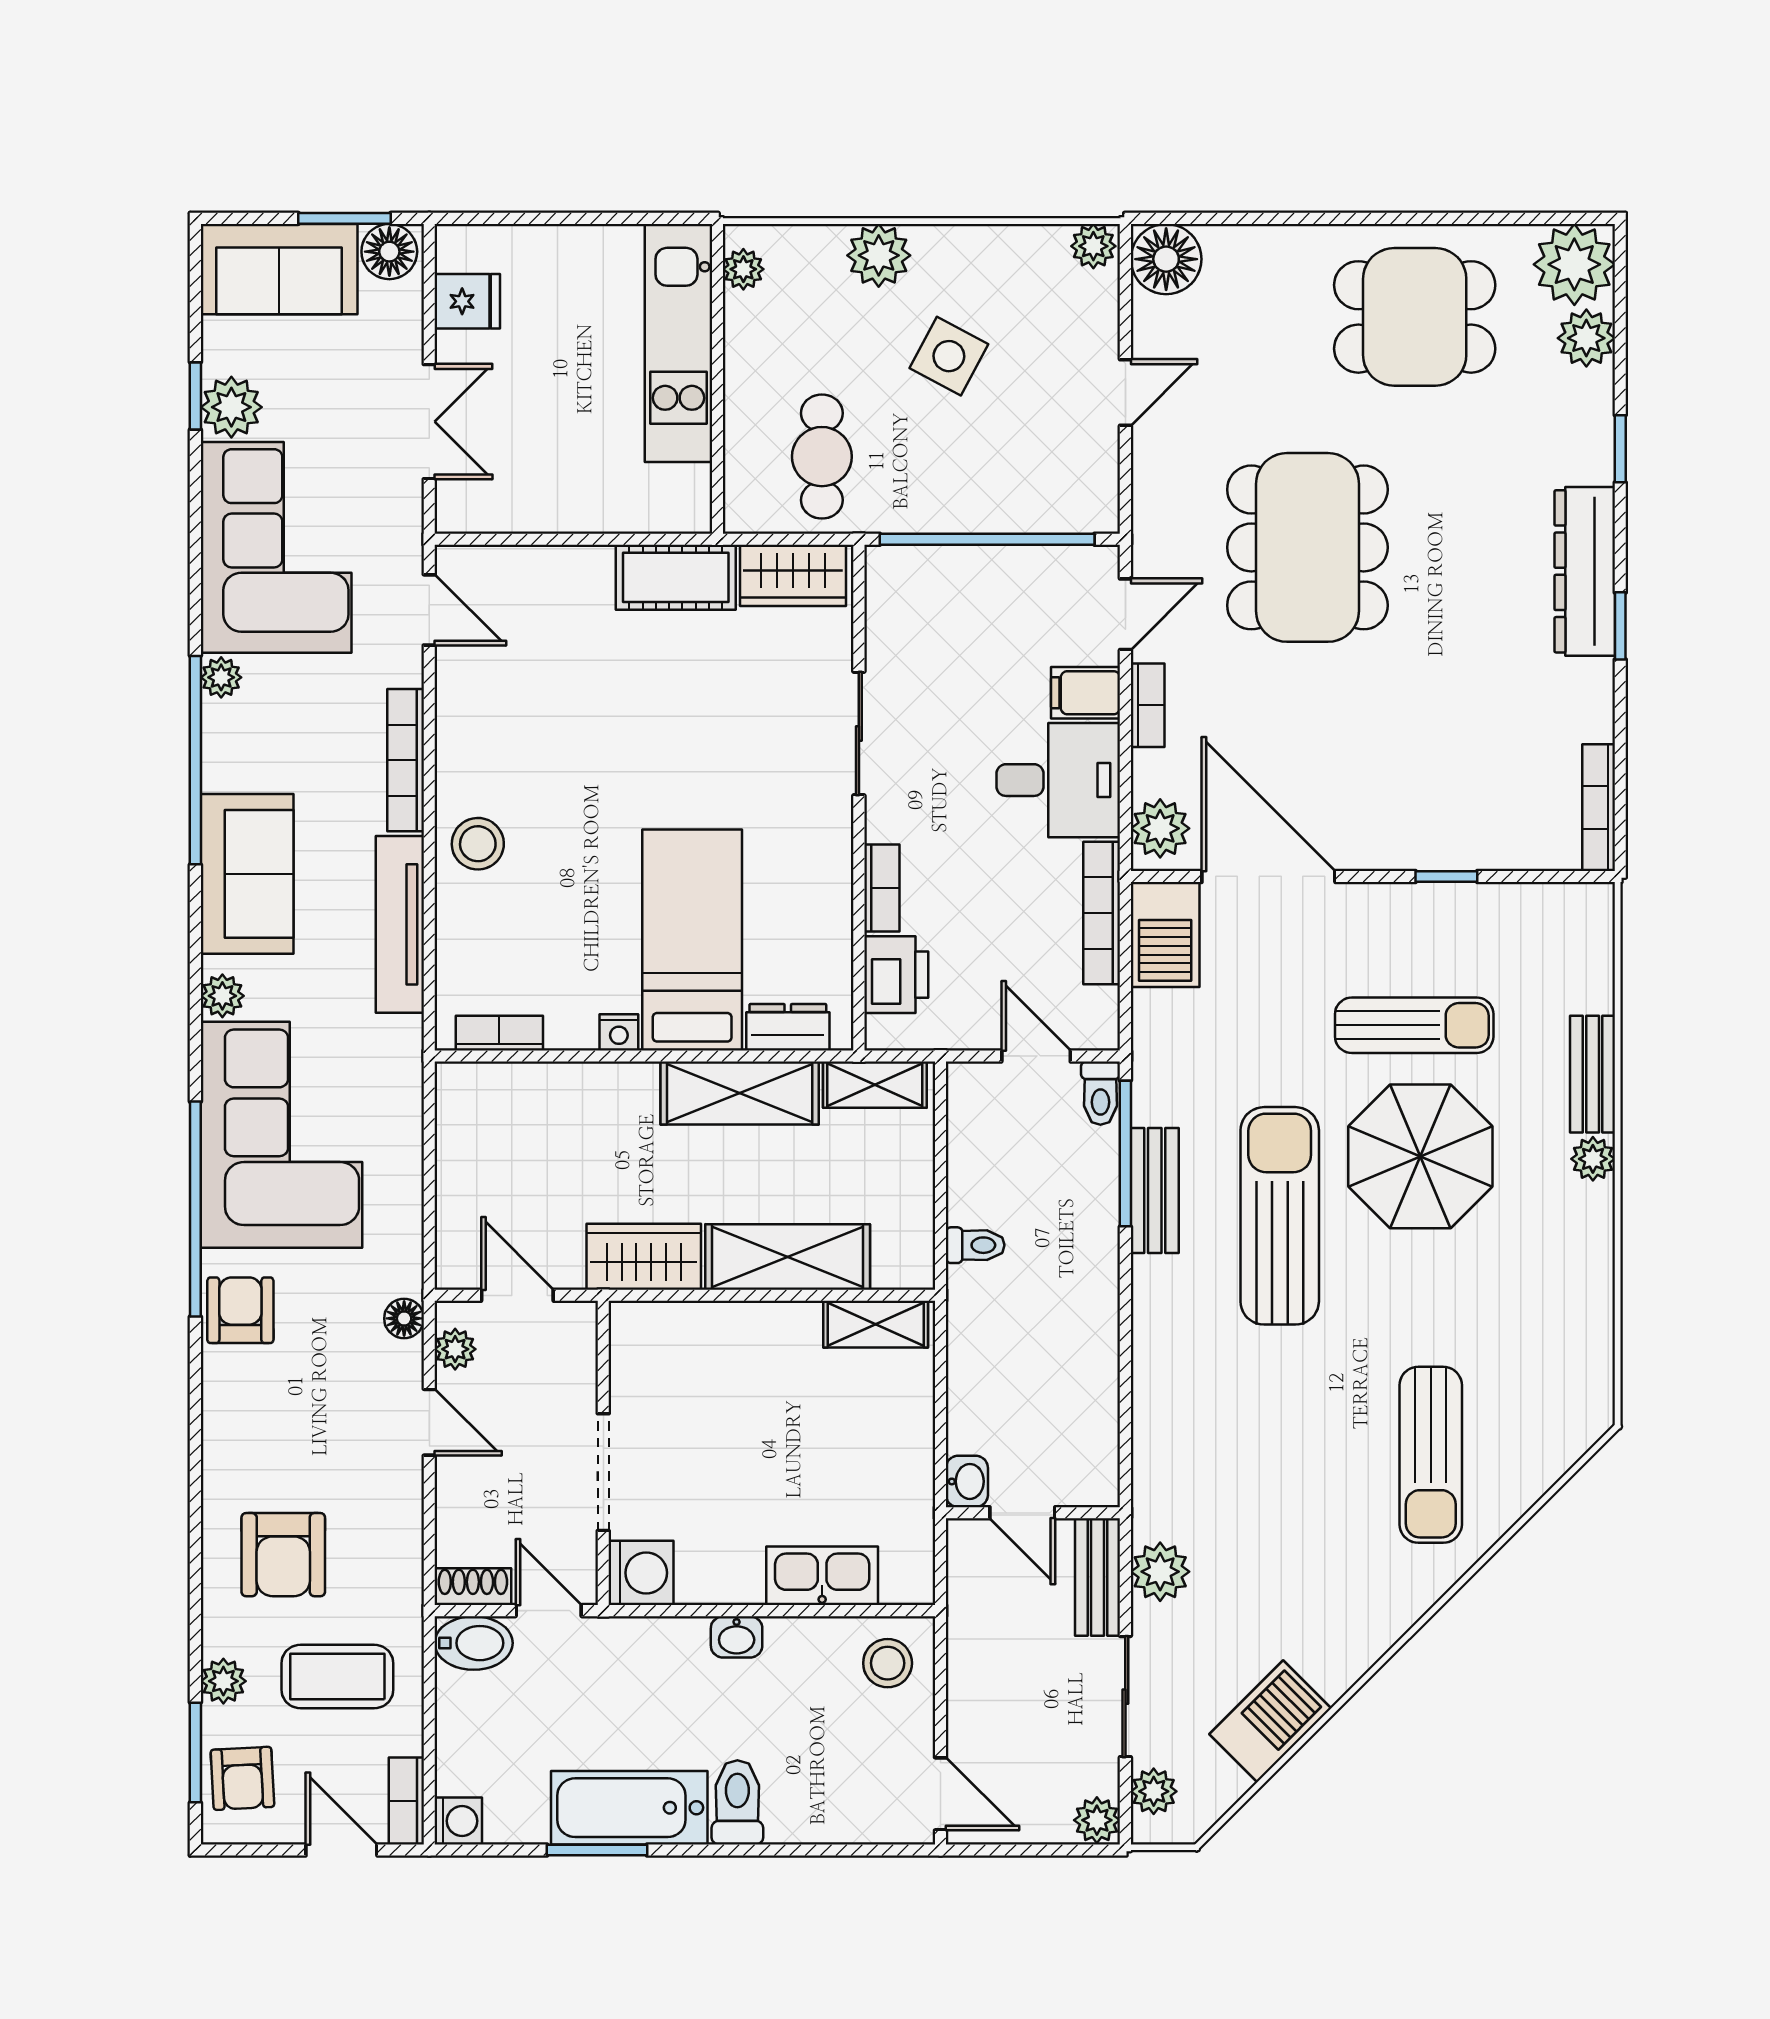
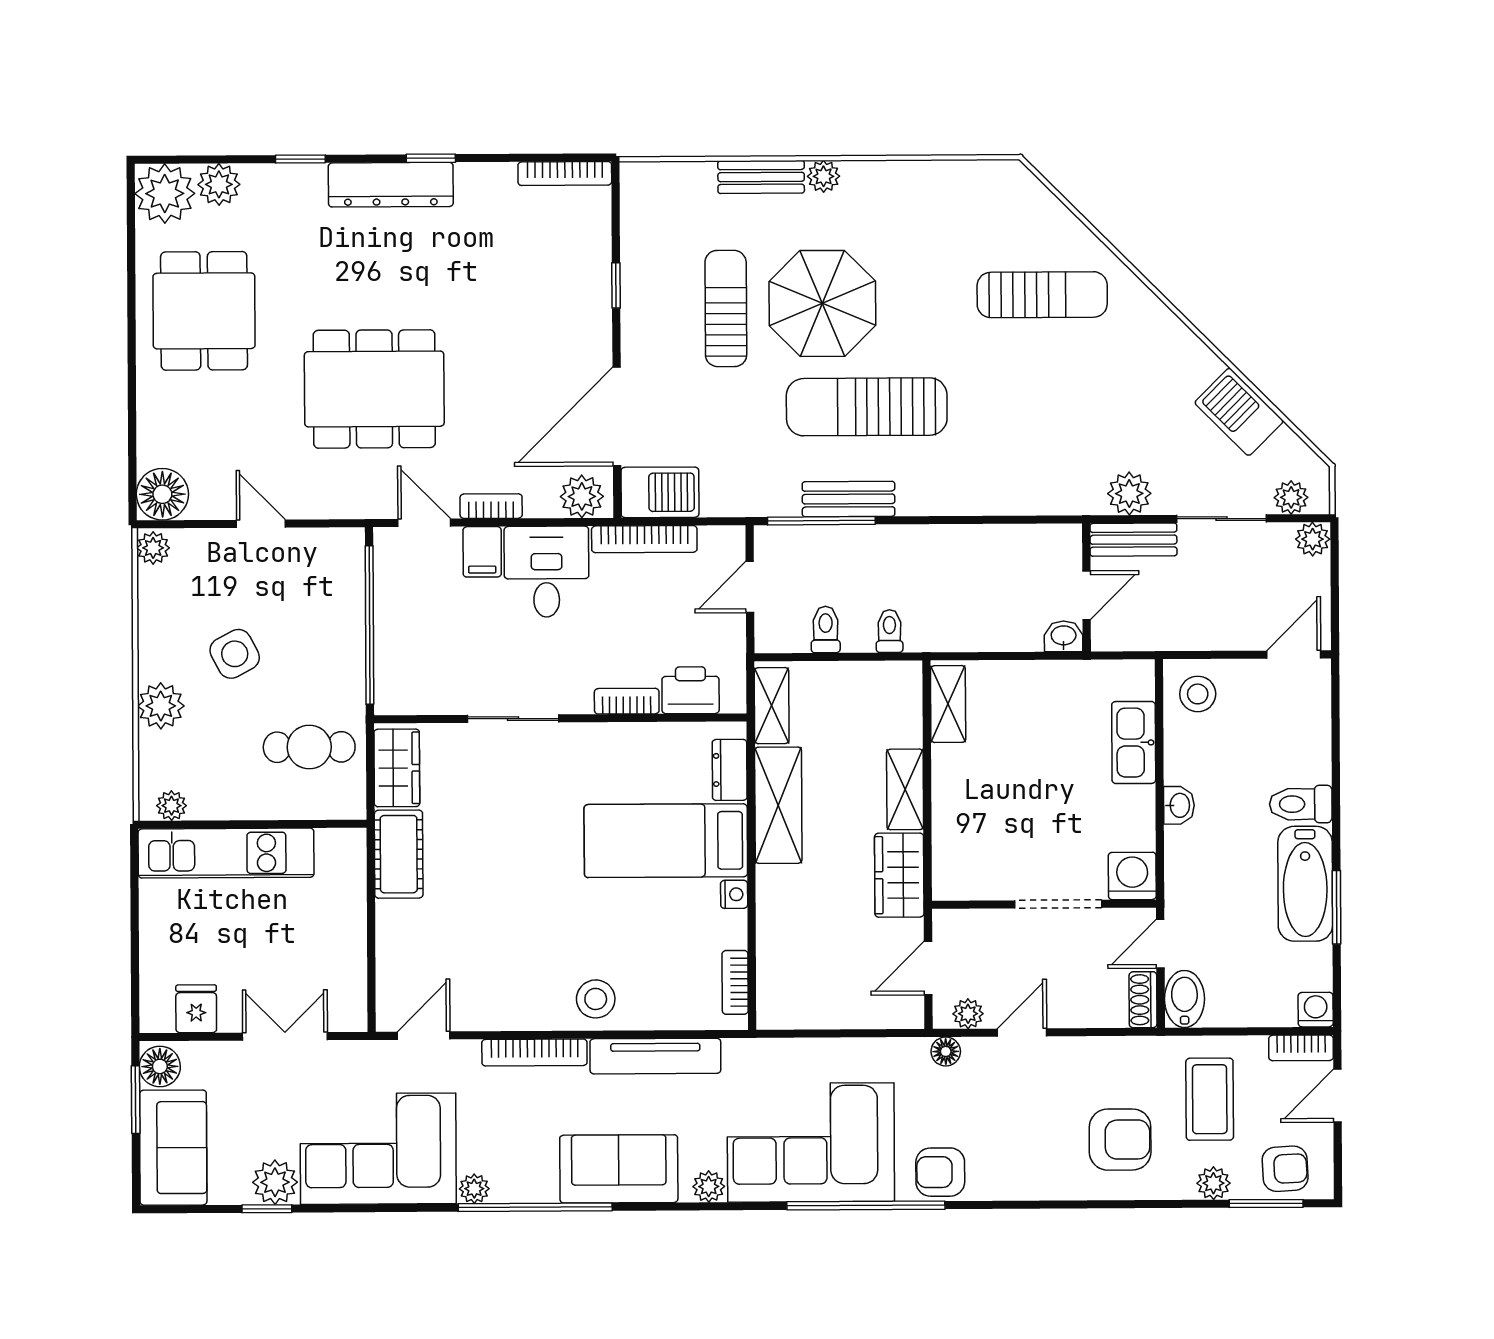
side table: (949, 356) -> (235, 654), turned 34
toilet: (1100, 1093) -> (826, 630), moved, turned -90
shelving: (788, 1257) -> (905, 789), width x0.67, depth x0.75

